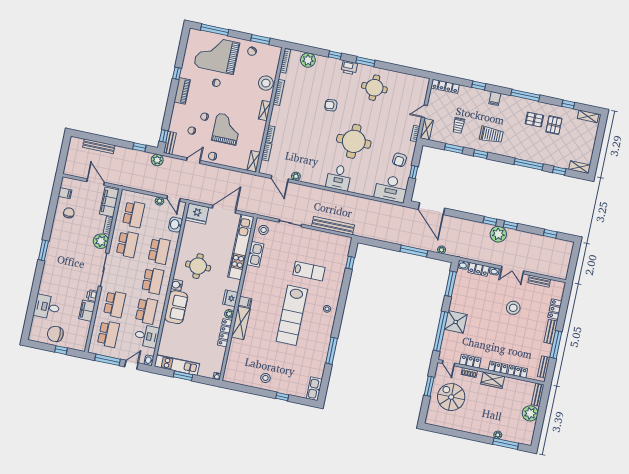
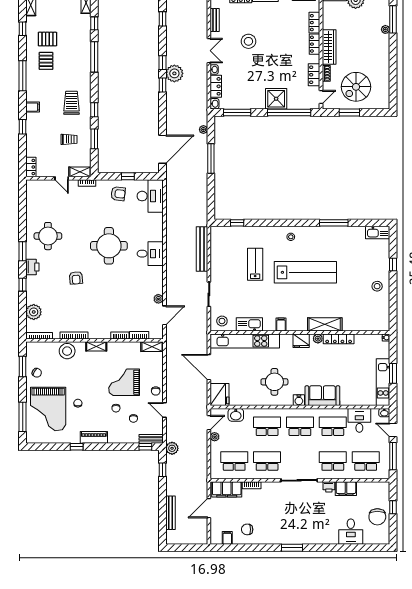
locker: (445, 86) -> (31, 167), width x0.66
plant: (101, 241) -> (270, 490), removed
filing cabinet: (245, 302) -> (281, 325), moved
wardrobe: (493, 380) -> (329, 47), width x1.50

